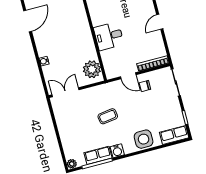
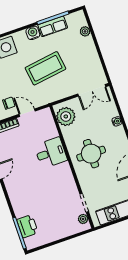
round table: (71, 32) -> (91, 154), added
coffee table: (108, 116) -> (45, 68), width x1.86, depth x1.72
plant: (72, 164) -> (85, 31), moved

